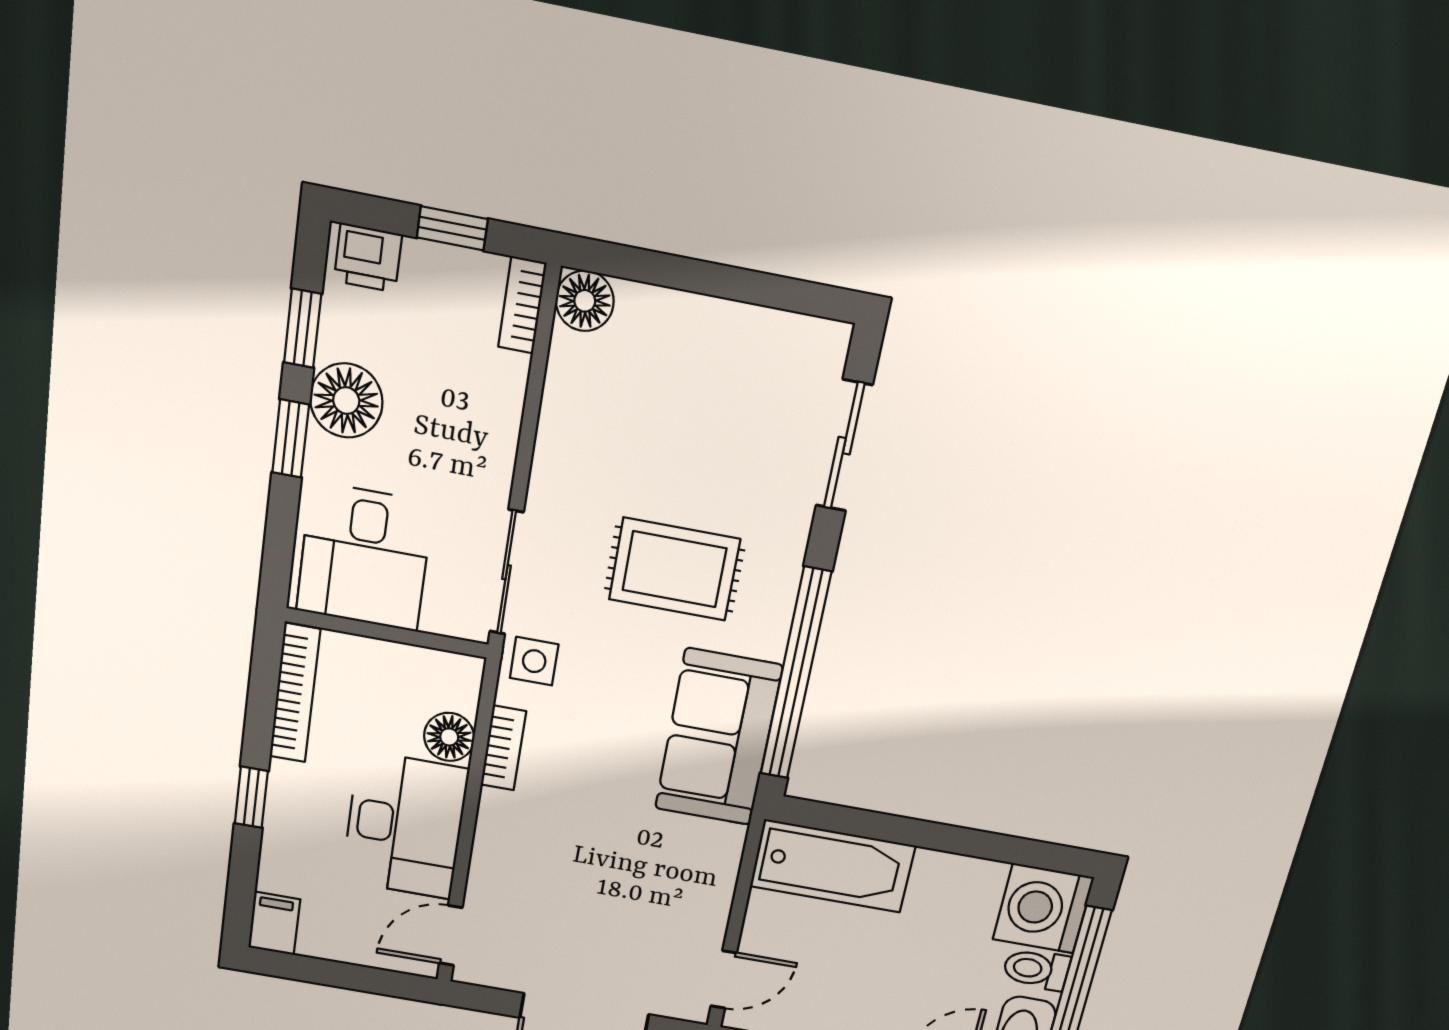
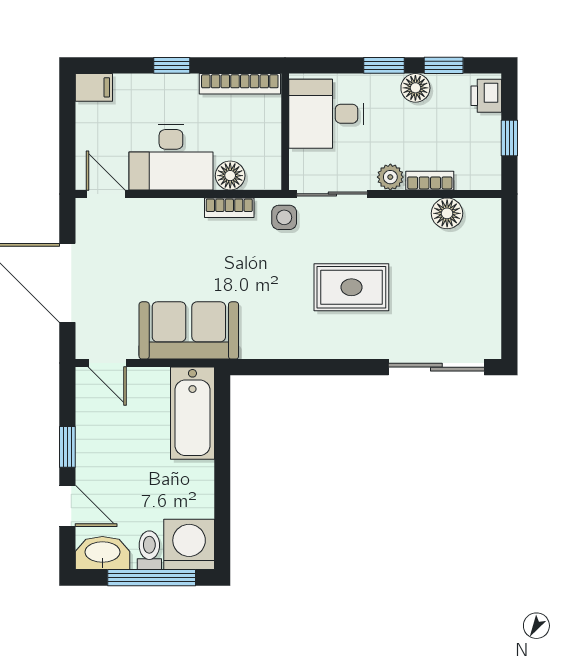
floor lamp: (585, 301) -> (447, 213), moved
bookcase: (522, 305) -> (430, 181), moved
floor lamp: (346, 401) -> (415, 88), width x0.73, depth x0.73
sliding door: (844, 446) -> (436, 367), width x1.37
plant: (492, 465) -> (390, 177), added
rug: (674, 569) -> (351, 287), turned 90
window: (796, 674) -> (304, 367), removed
sofa: (718, 737) -> (189, 330), moved

